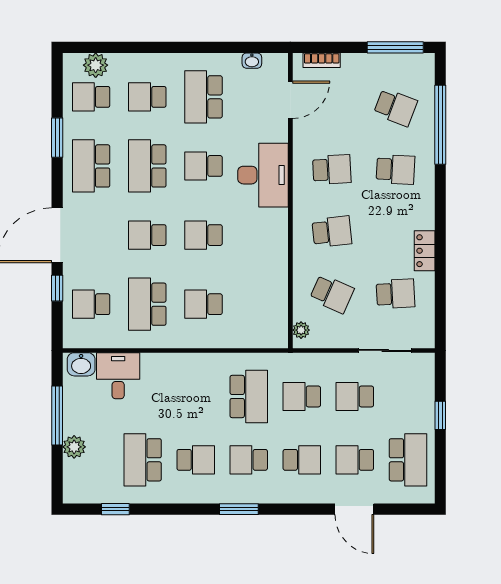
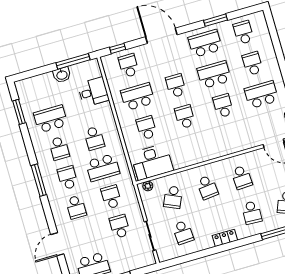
plant: (96, 65) -> (262, 30), removed
desk: (263, 175) -> (152, 162), moved
locker: (425, 251) -> (225, 238), moved
window: (57, 288) -> (118, 48), moved
washbasin: (81, 364) -> (62, 75), moved, turned -90
window: (57, 415) -> (73, 61), moved
plant: (74, 447) -> (47, 79), removed
school desk: (355, 460) -> (94, 138), moved, turned 180
window: (115, 509) -> (19, 112), width x1.50
window: (239, 509) -> (39, 180), width x1.44

